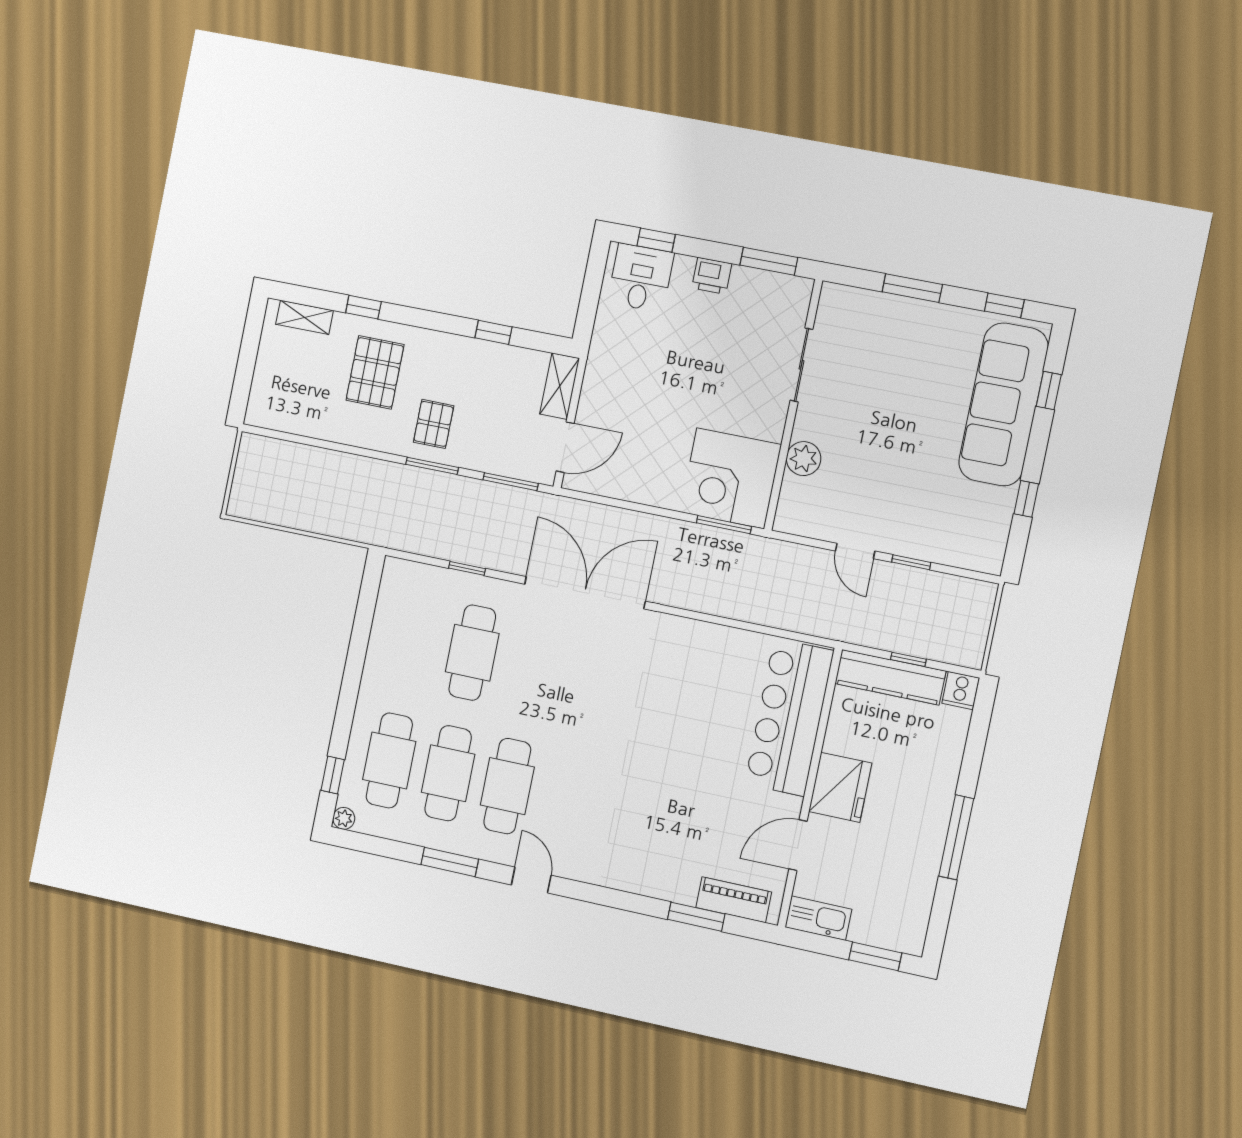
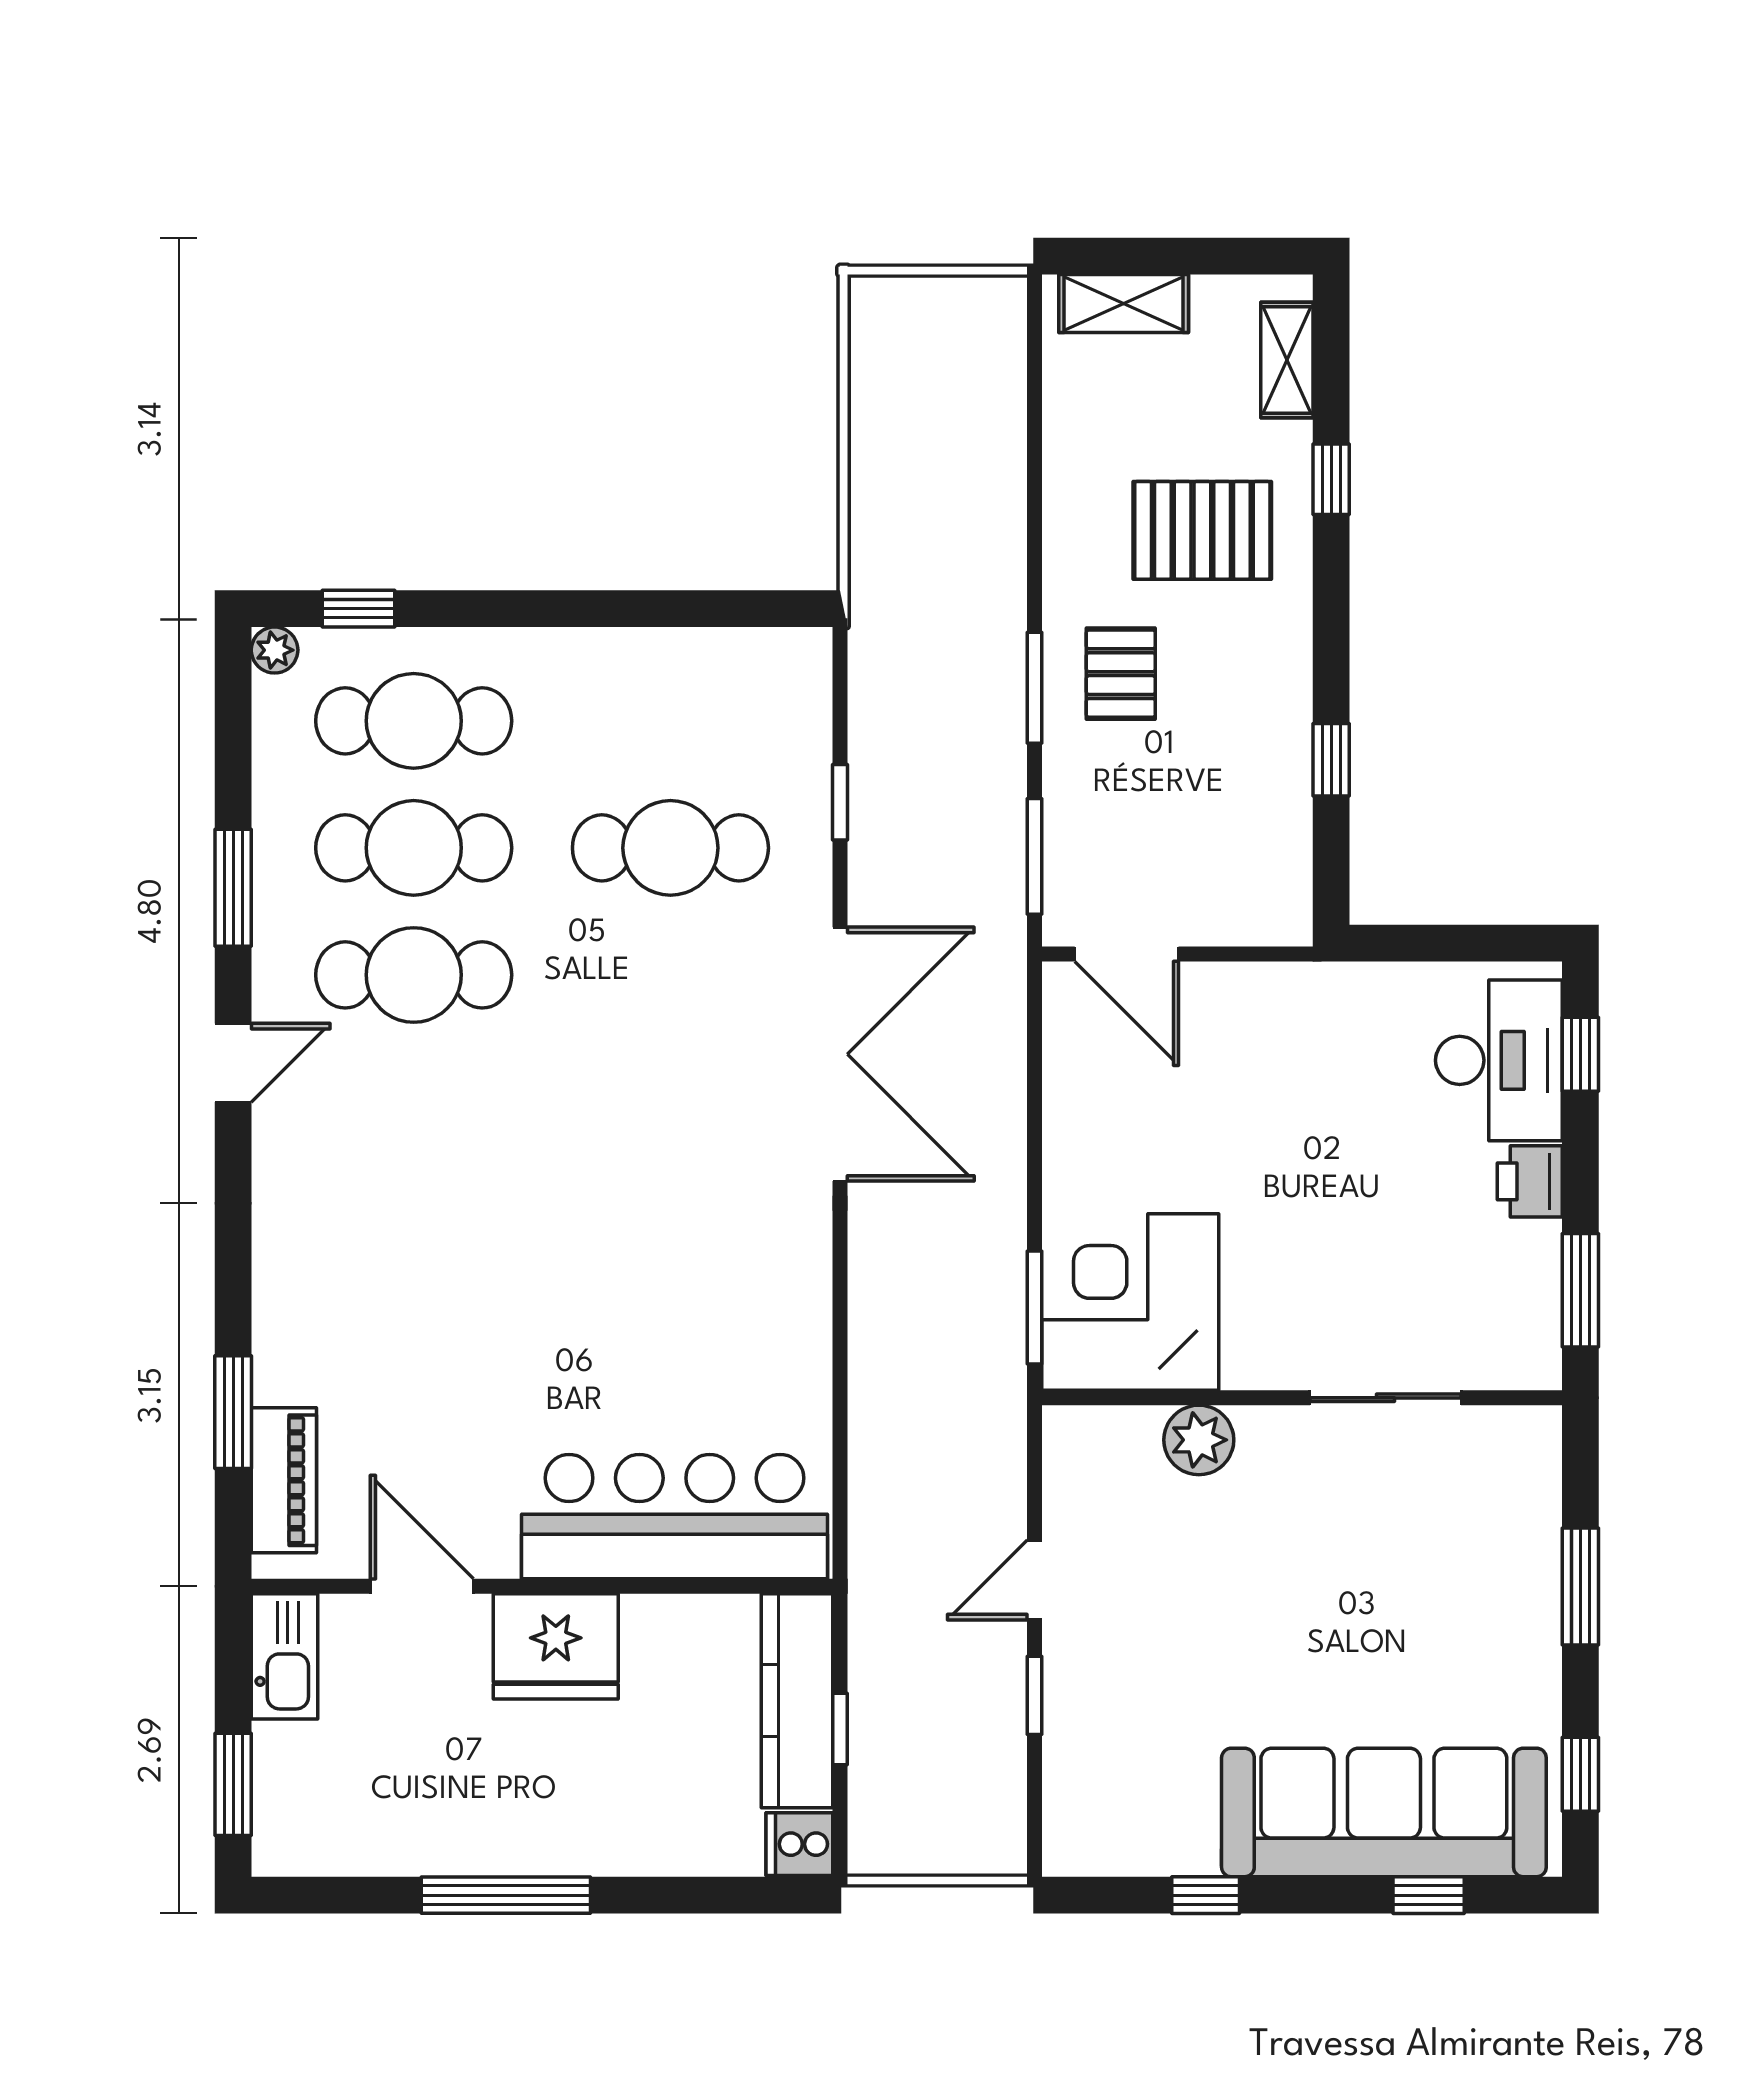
desk: (641, 278) -> (1499, 1060), width x1.37
shelving: (560, 386) -> (1124, 303), moved
pallet: (434, 424) -> (1121, 674), turned 90

